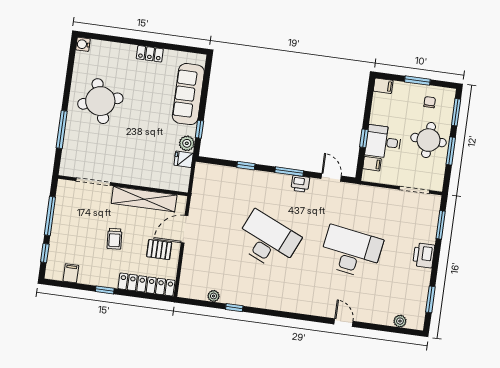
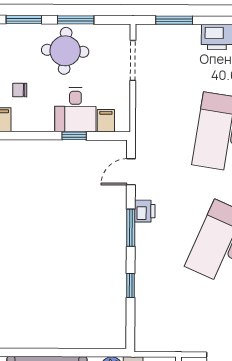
chair: (430, 102) -> (20, 90), moved
window: (199, 129) -> (91, 353), removed

